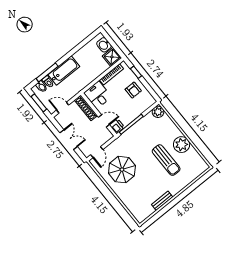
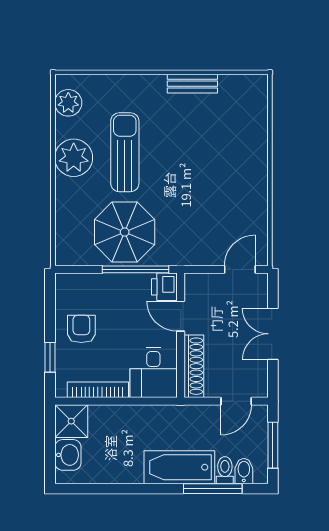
door: (63, 108) -> (236, 401), hinge flipped
plant: (158, 112) -> (68, 103), moved
parasol: (122, 170) -> (125, 232), moved

